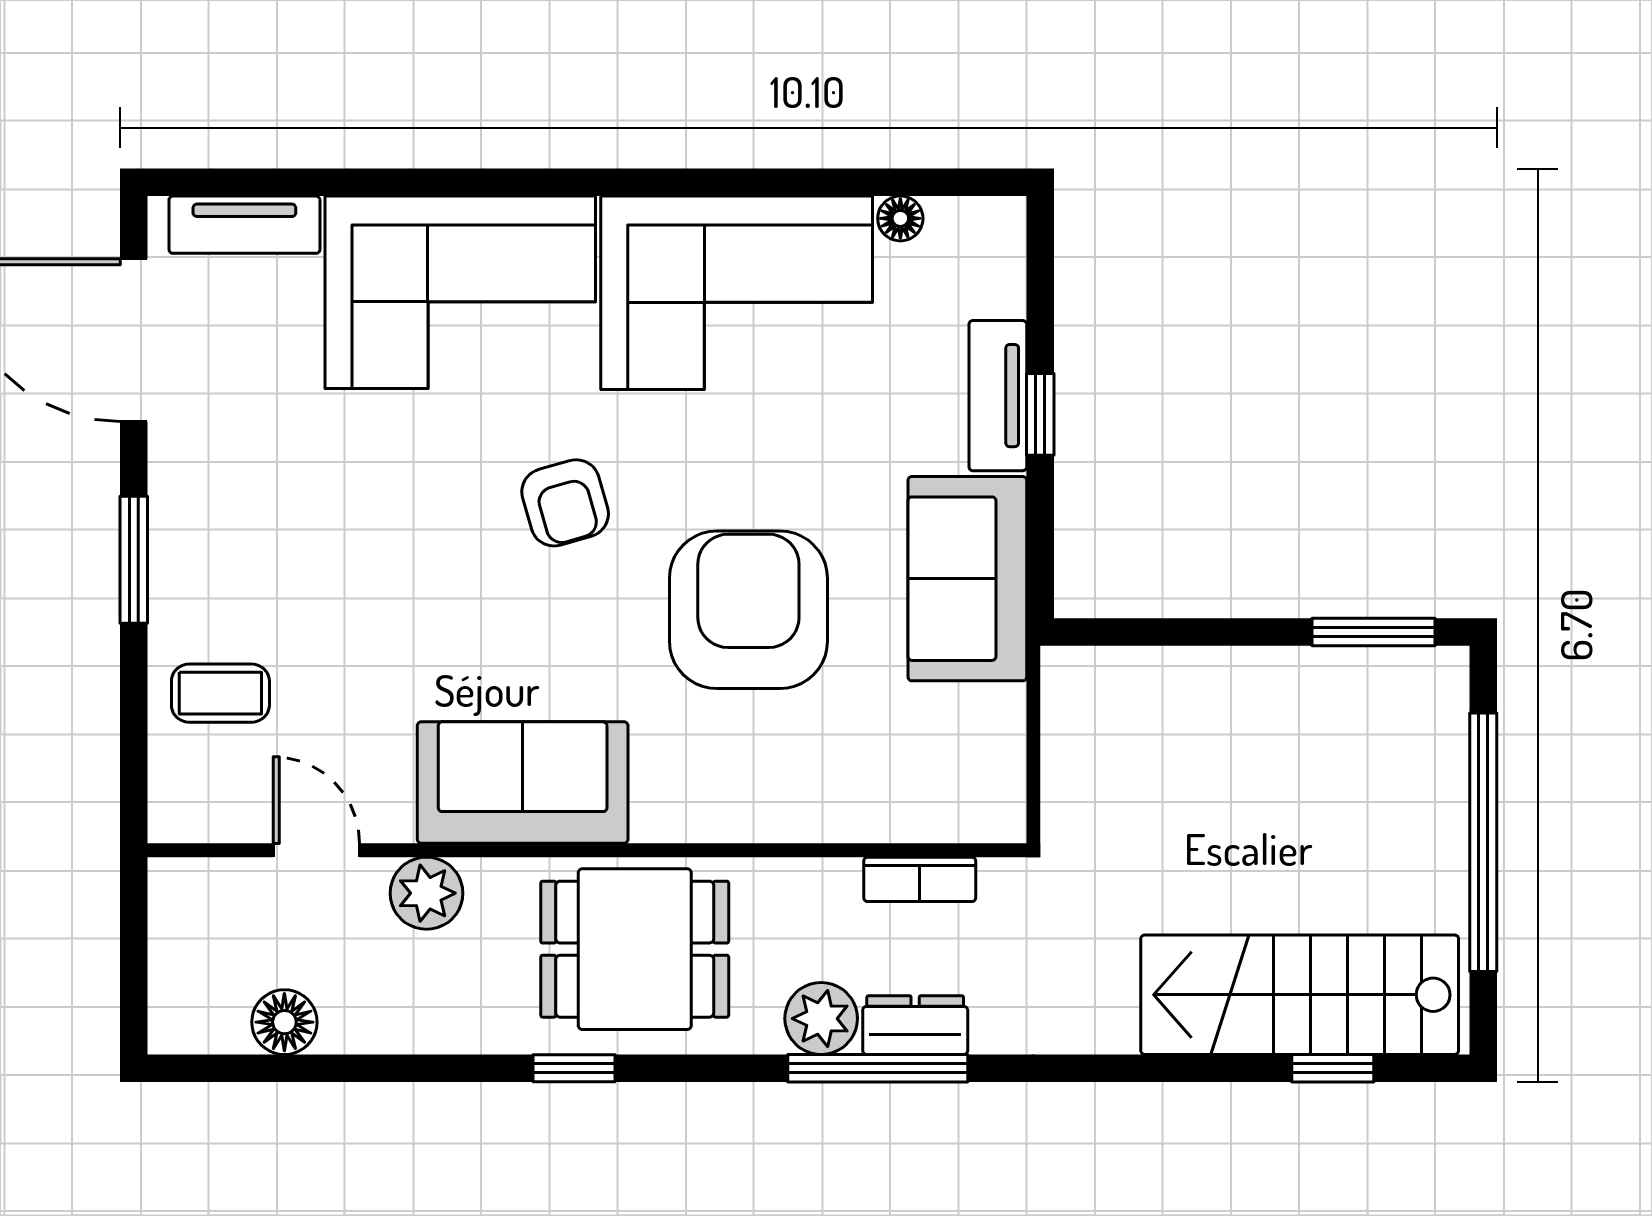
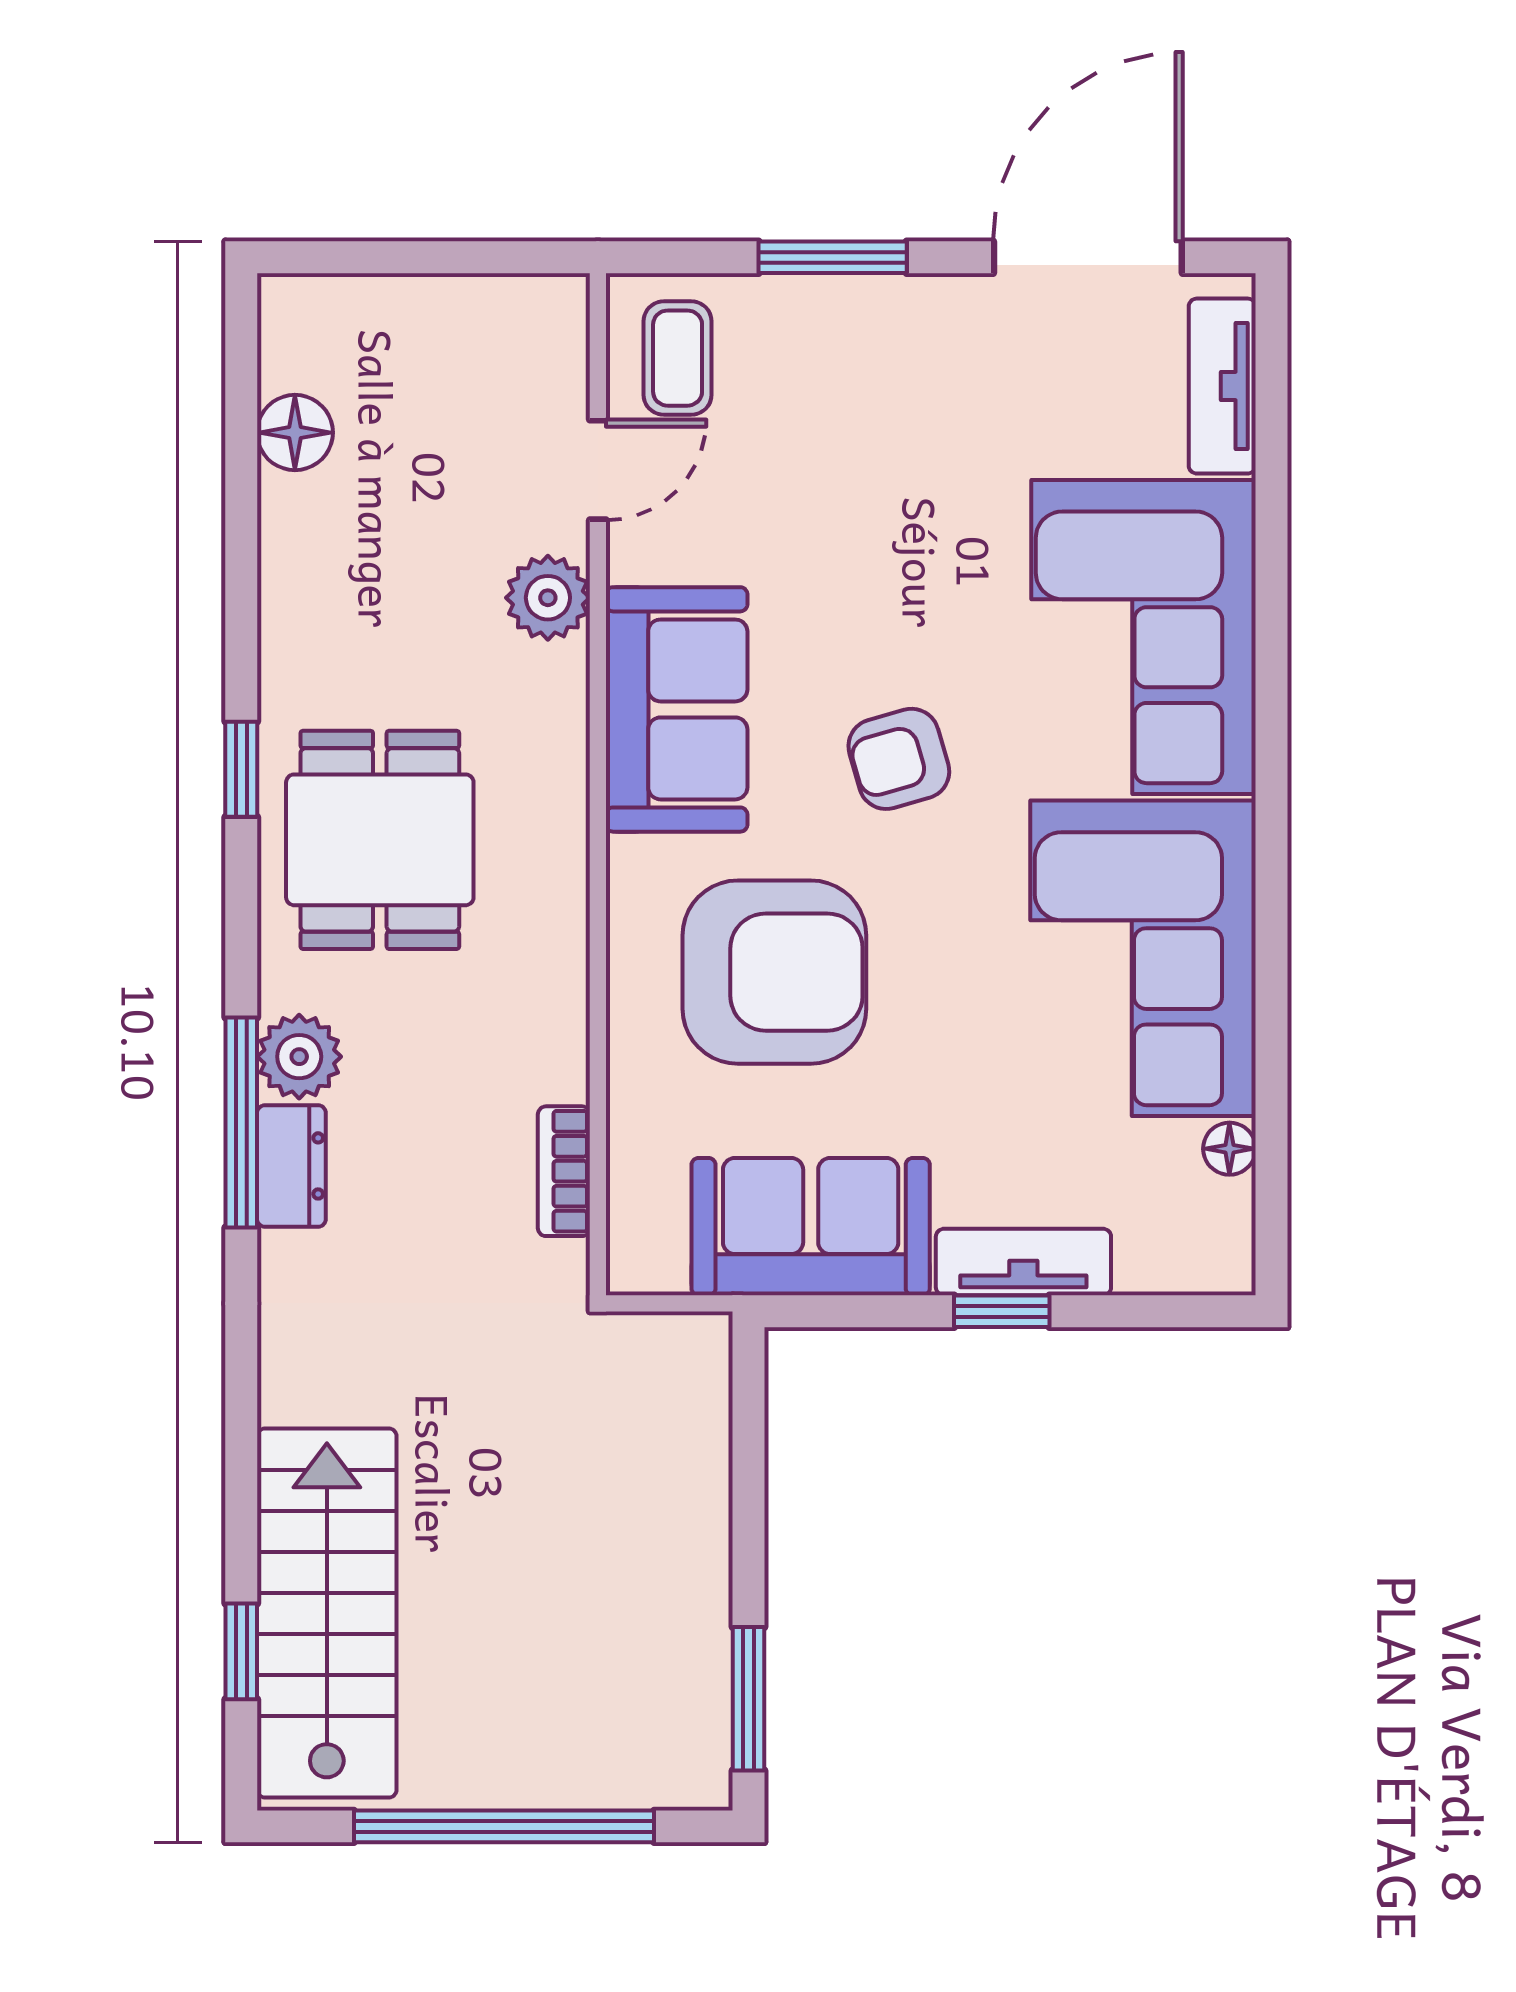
sofa: (523, 783) -> (677, 709), moved
door: (316, 850) -> (598, 470), moved
wall: (587, 850) -> (598, 784), moved
bookcase: (920, 879) -> (564, 1171), moved
plant: (427, 893) -> (548, 598), moved

